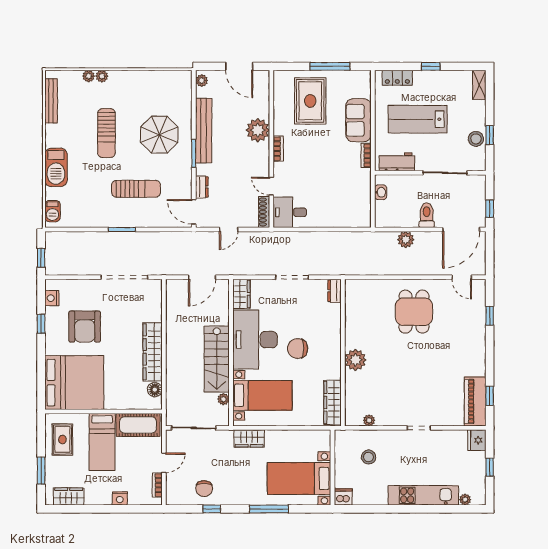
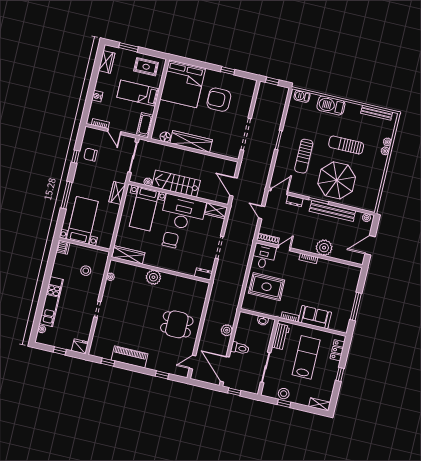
rug: (310, 101) -> (267, 287), moved
parasol: (159, 135) -> (337, 180), width x1.36, depth x1.36
nightstand: (52, 298) -> (243, 82), removed
piano: (475, 401) -> (130, 357), moved
cot: (138, 425) -> (145, 125), width x0.73, depth x0.75

